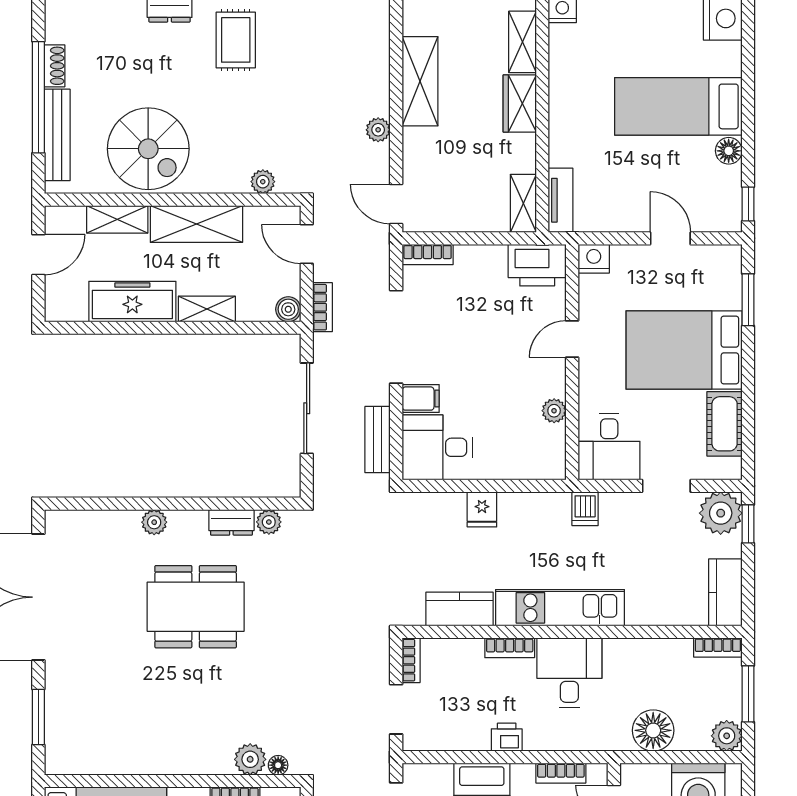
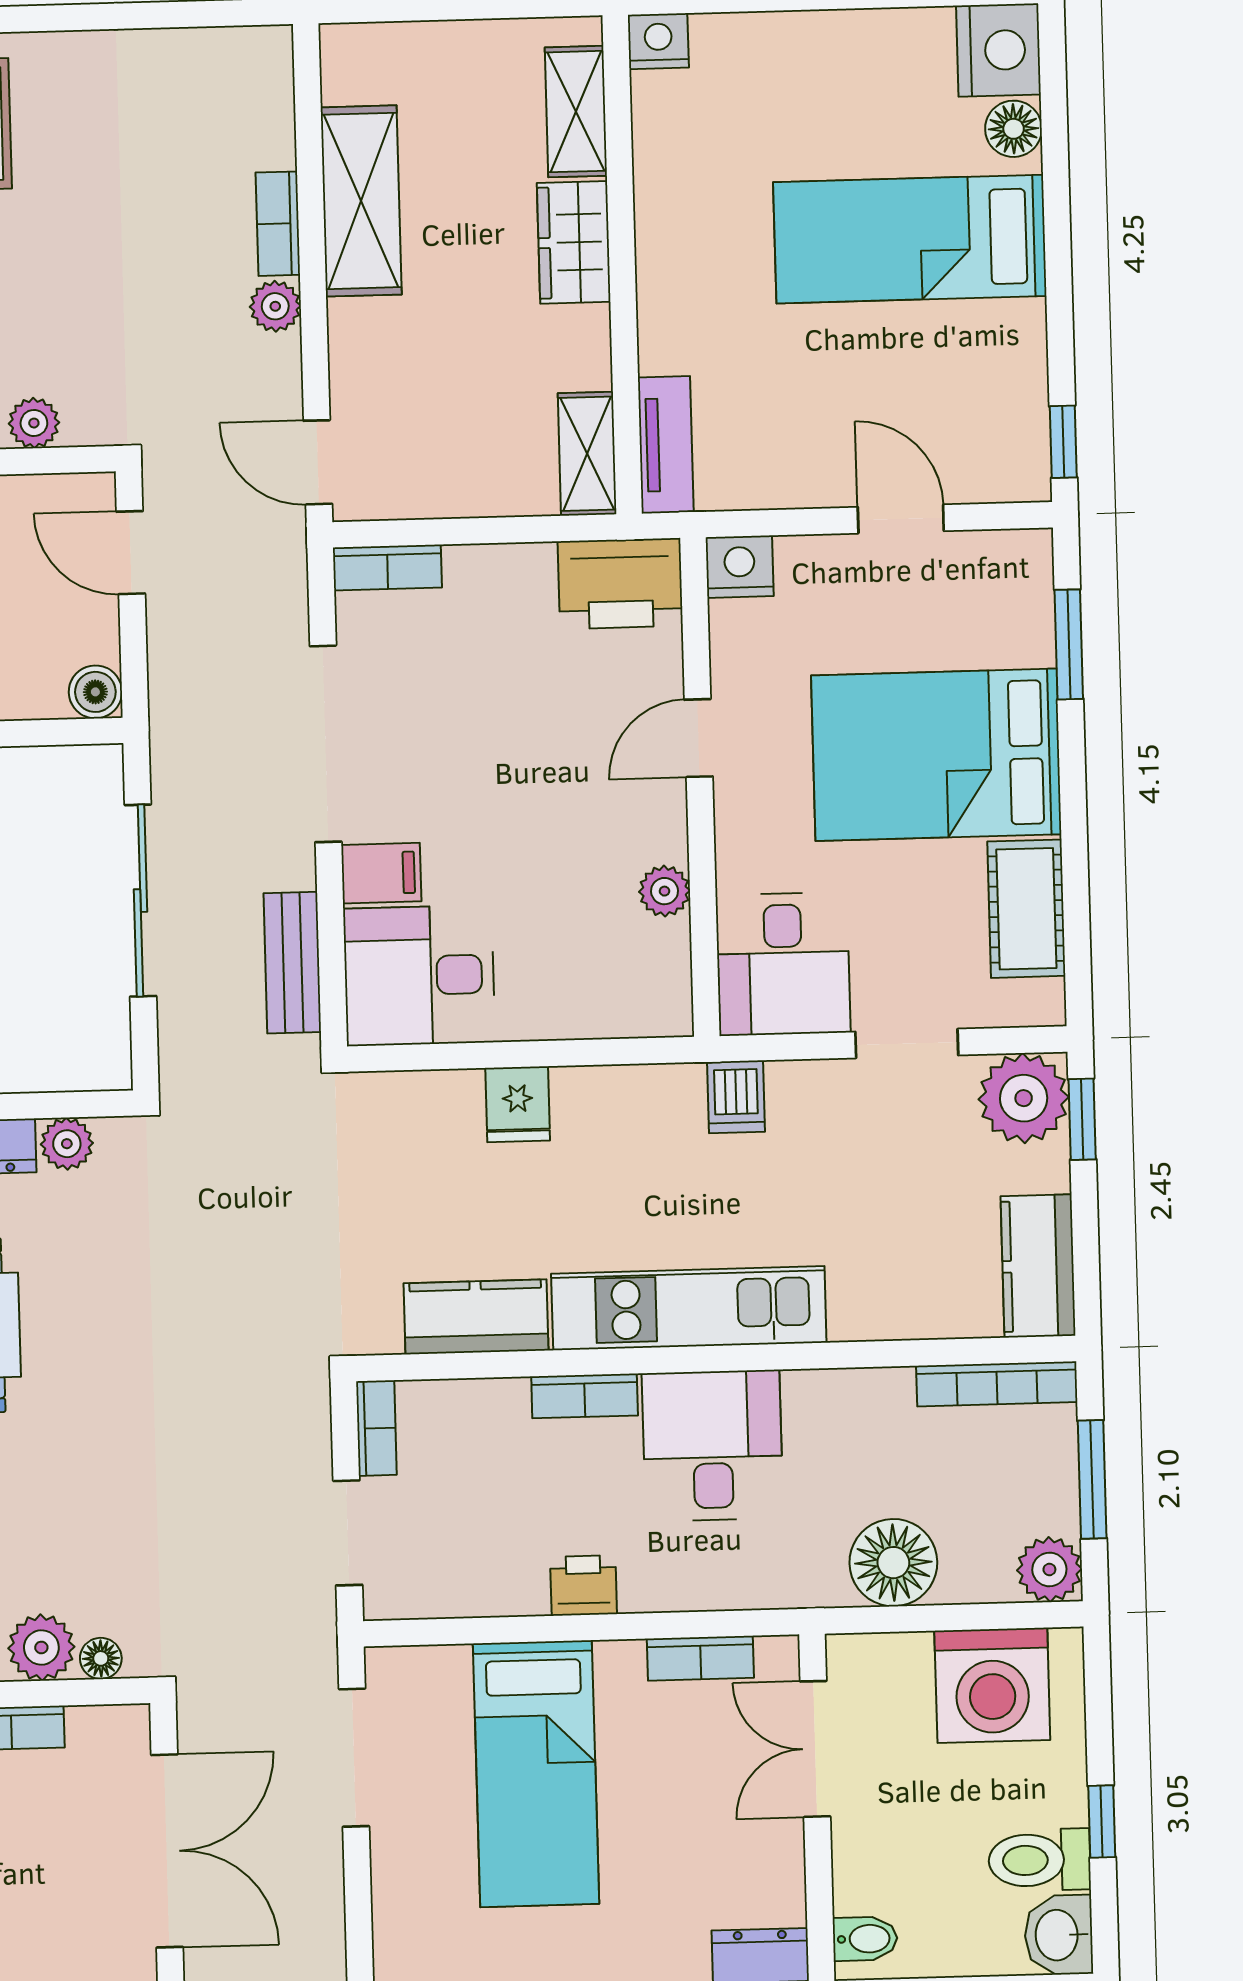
floor lamp: (729, 151) -> (1014, 129), moved
bookcase: (322, 307) -> (278, 224), moved, turned 180
bookcase: (718, 648) -> (997, 1384), width x1.56

